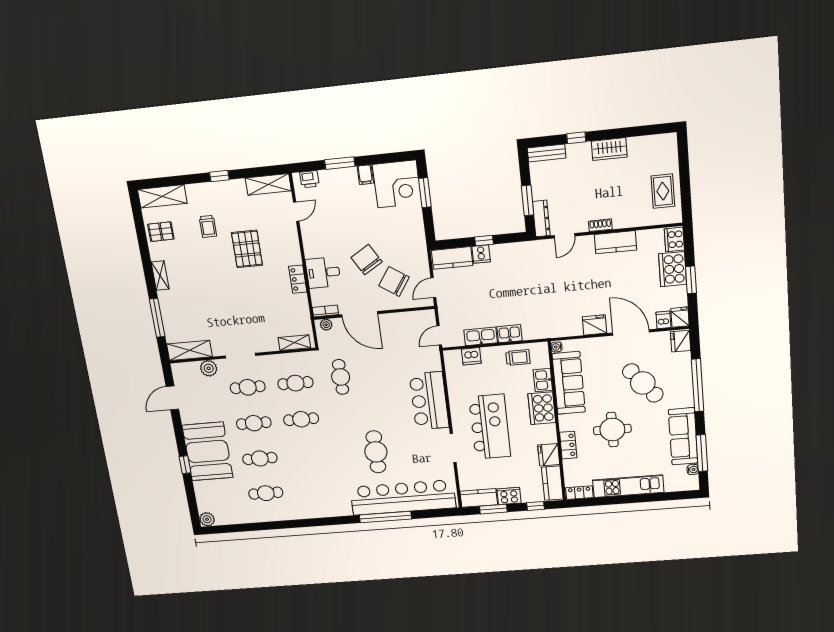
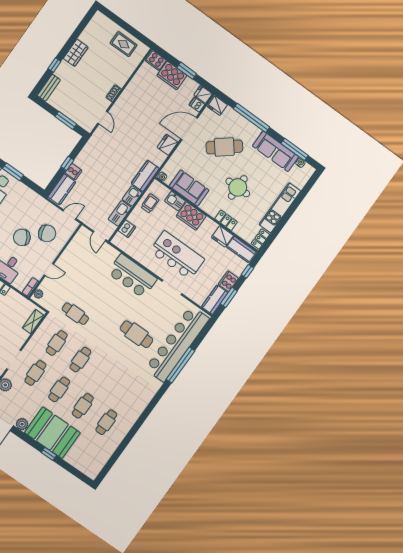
dresser: (541, 219) -> (82, 122), removed
kitchen counter: (615, 242) -> (145, 176), moved, turned 180
chair: (394, 281) -> (47, 233), turned -141
door: (433, 288) -> (70, 215), swing flipped
door: (360, 314) -> (49, 270), width x0.53
sofa: (569, 383) -> (189, 188), width x0.73
plant: (207, 519) -> (22, 424), moved

